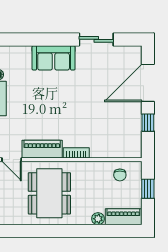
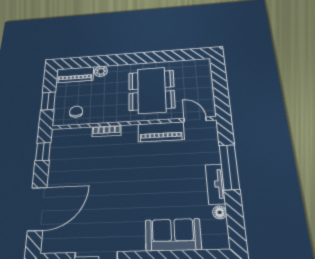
sofa: (54, 58) -> (173, 235), moved
window: (148, 123) -> (43, 152), moved
bookcase: (76, 153) -> (107, 131), moved

